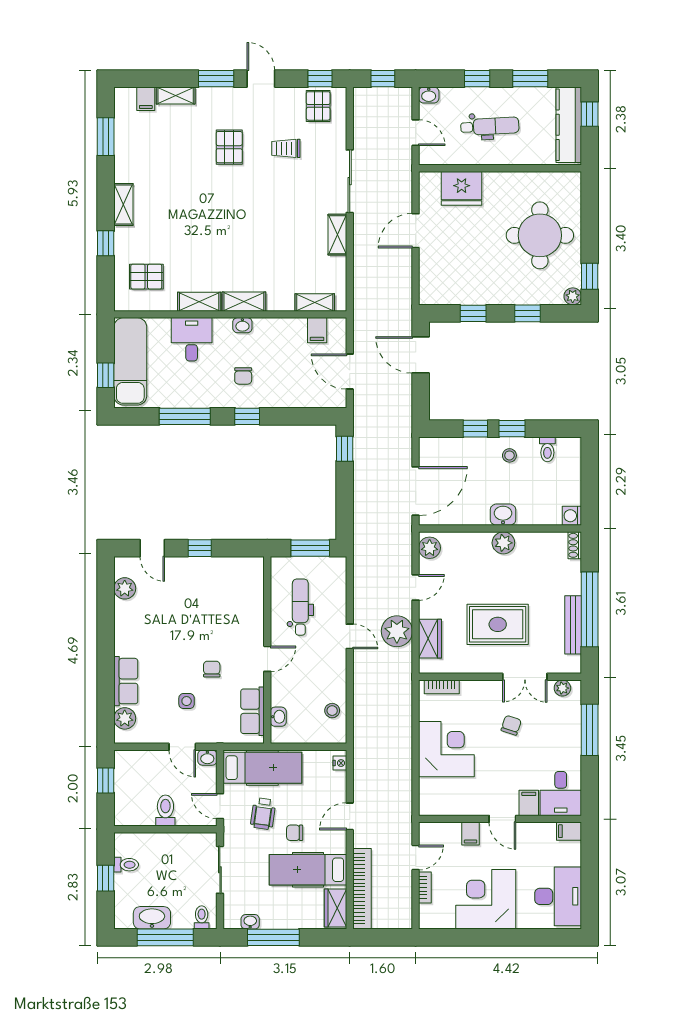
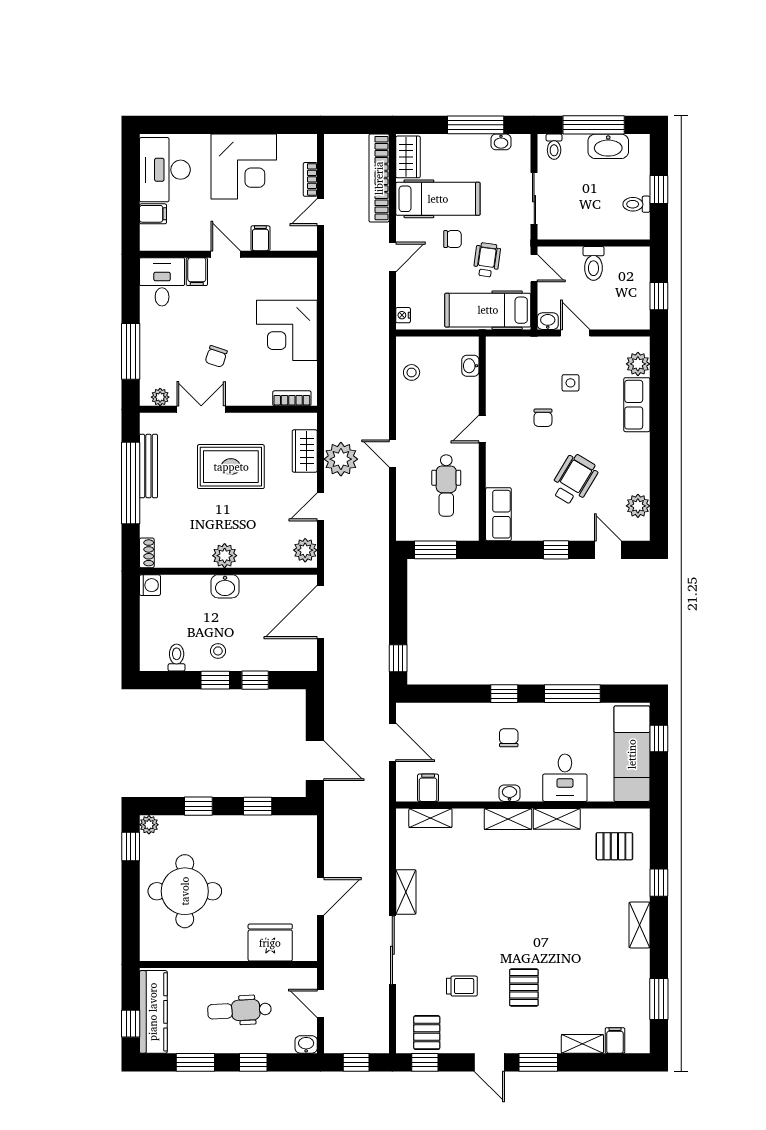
wheelchair: (183, 612) -> (574, 480), added
row of seats: (253, 711) -> (498, 514), moved
filing cabinet: (569, 831) -> (153, 214), moved

